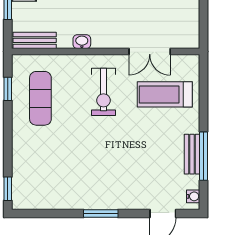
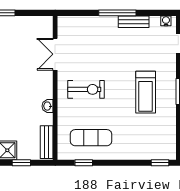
double door: (150, 52) -> (55, 54), swing flipped
treadmill: (165, 94) -> (146, 92), moved
window: (204, 156) -> (117, 13), moved

